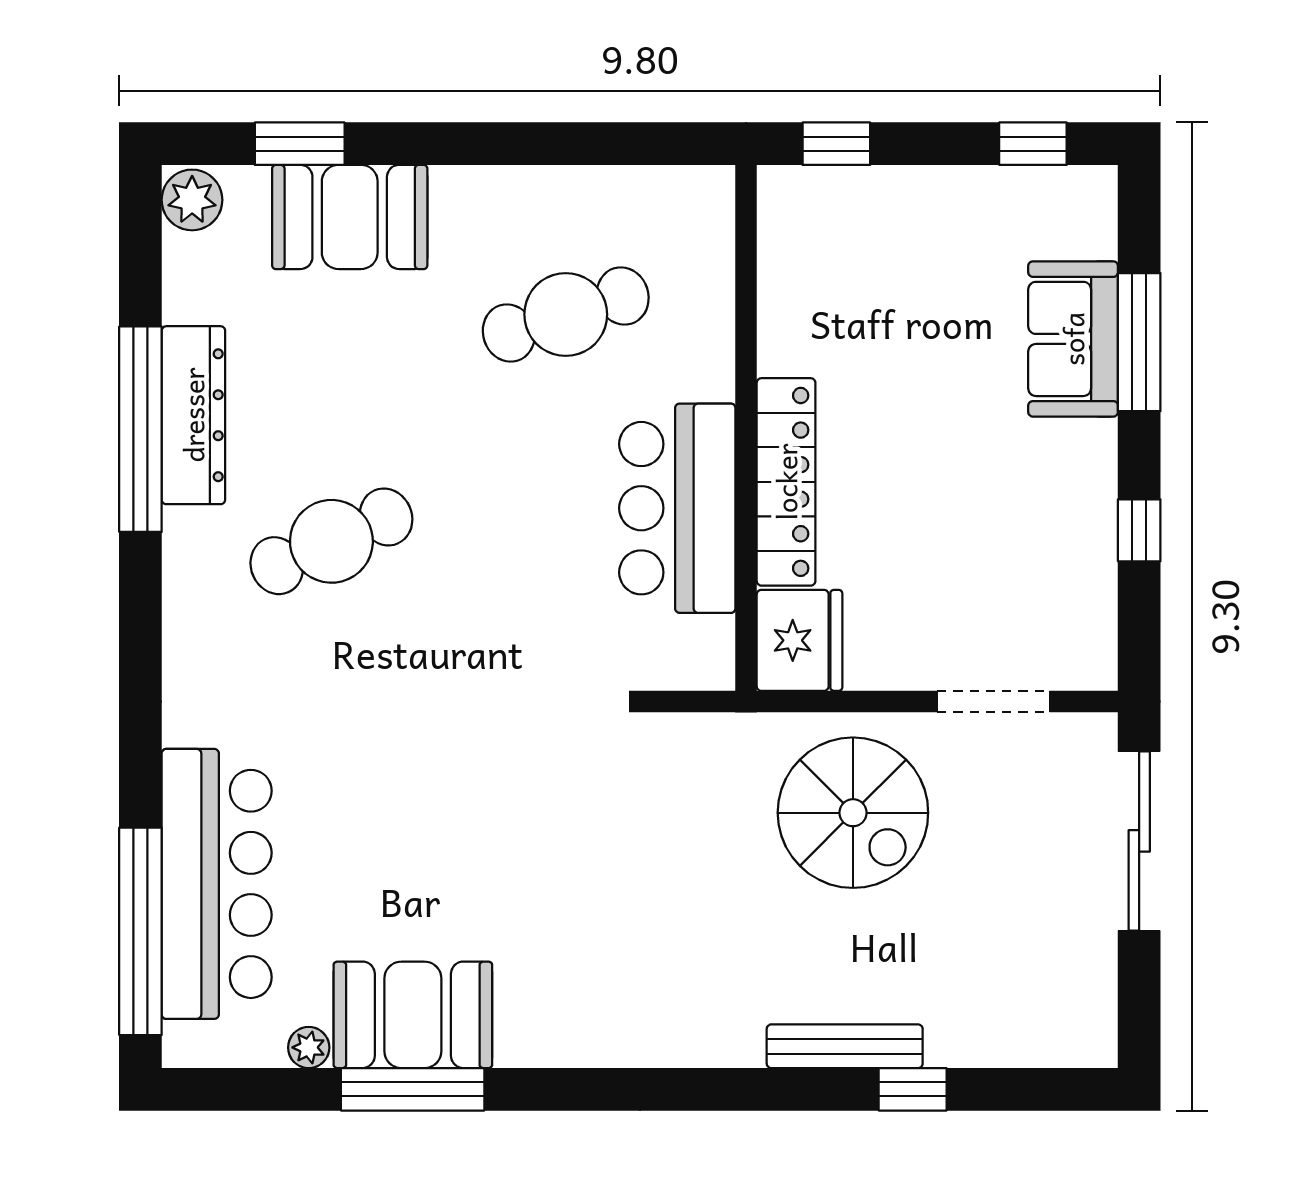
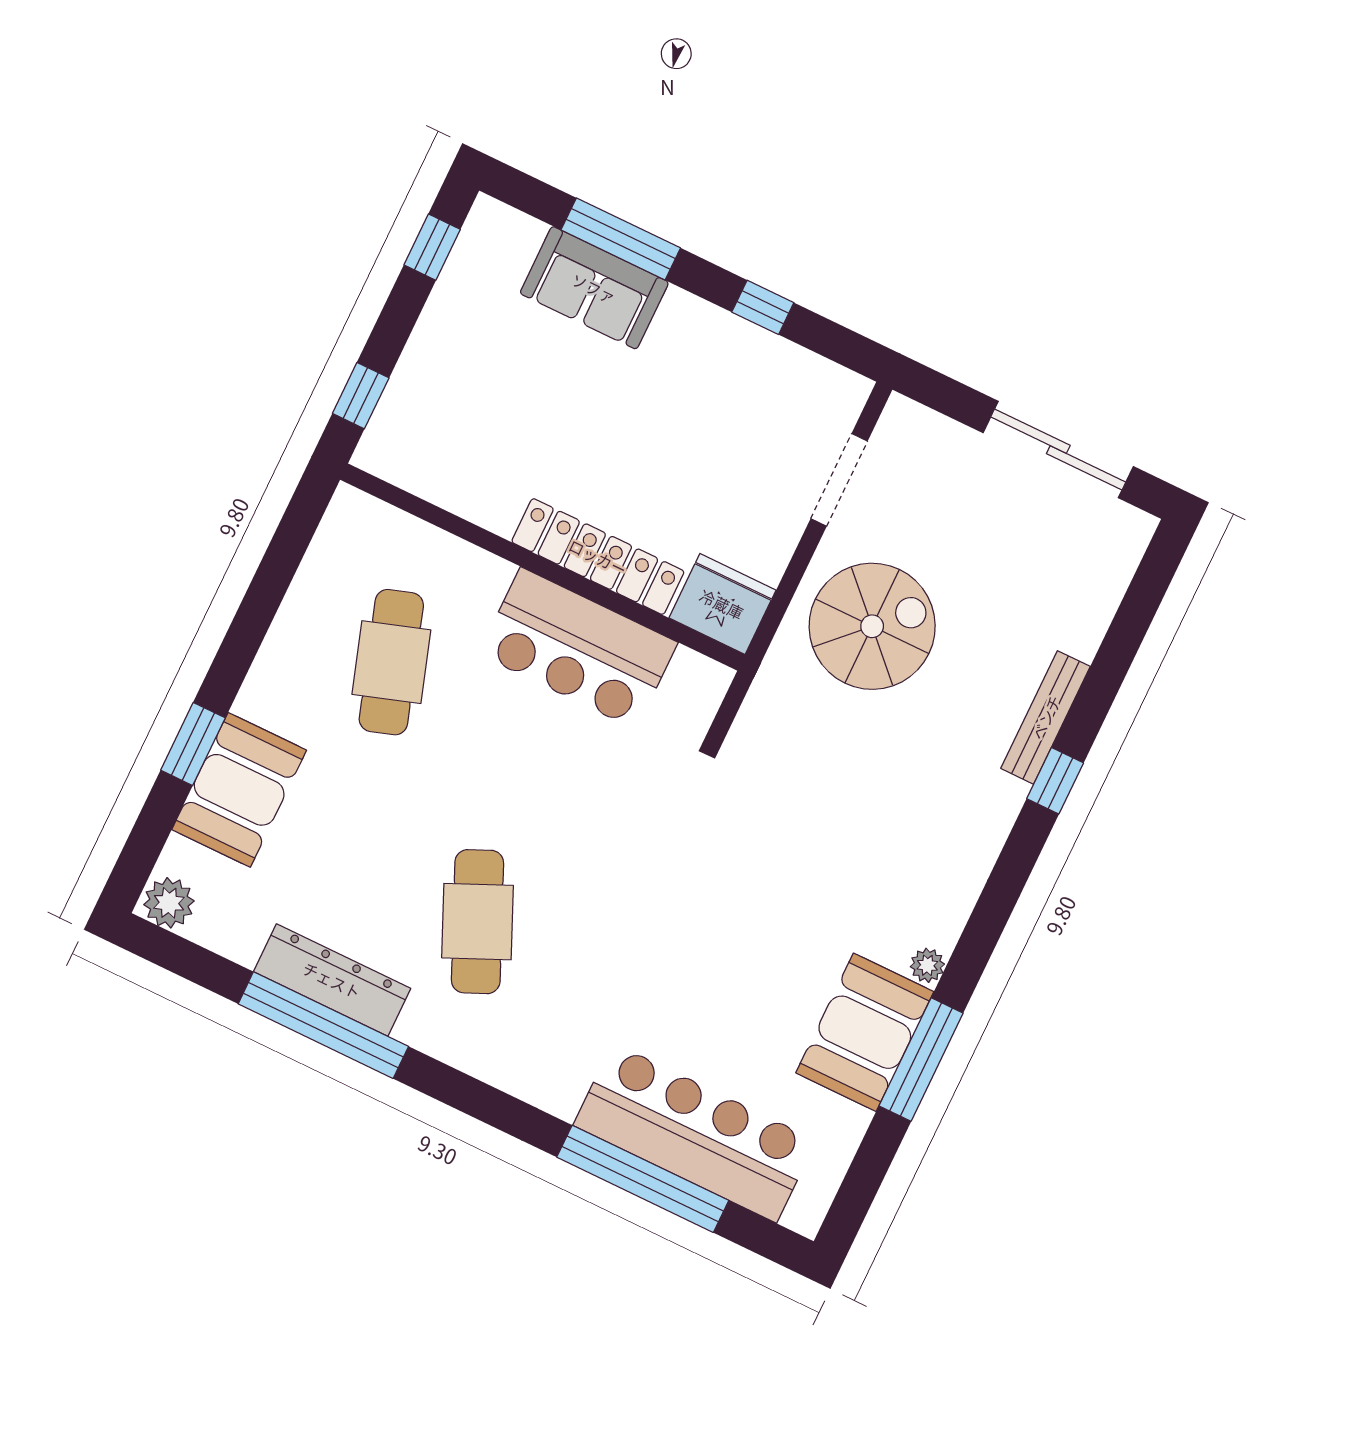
window: (300, 144) -> (193, 744), moved
sliding door: (1139, 841) -> (1058, 450), moved
window: (140, 931) -> (643, 1179), moved
plant: (309, 1047) -> (927, 965), moved
window: (913, 1089) -> (1055, 781), moved

